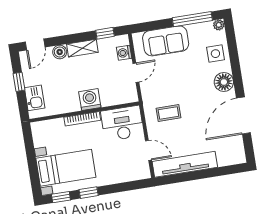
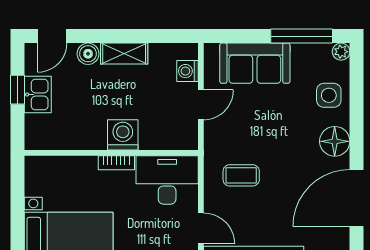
window: (105, 33) -> (163, 36), removed
kitchen sink: (35, 98) -> (38, 95), moved
bookcase: (82, 119) -> (116, 163), width x0.64

